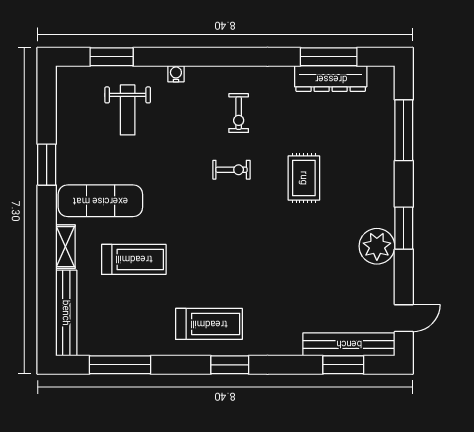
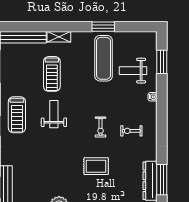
exercise mat: (100, 201) -> (104, 58), moved
weight bench: (208, 256) -> (54, 114), added

